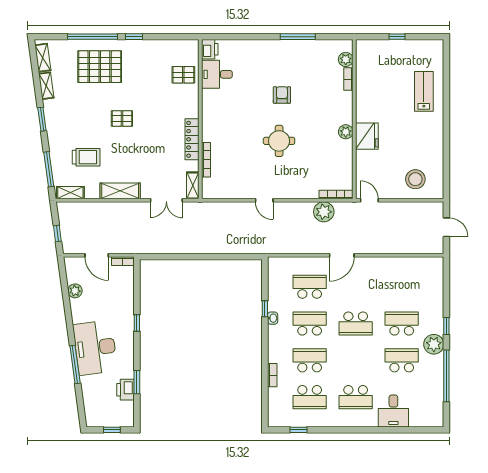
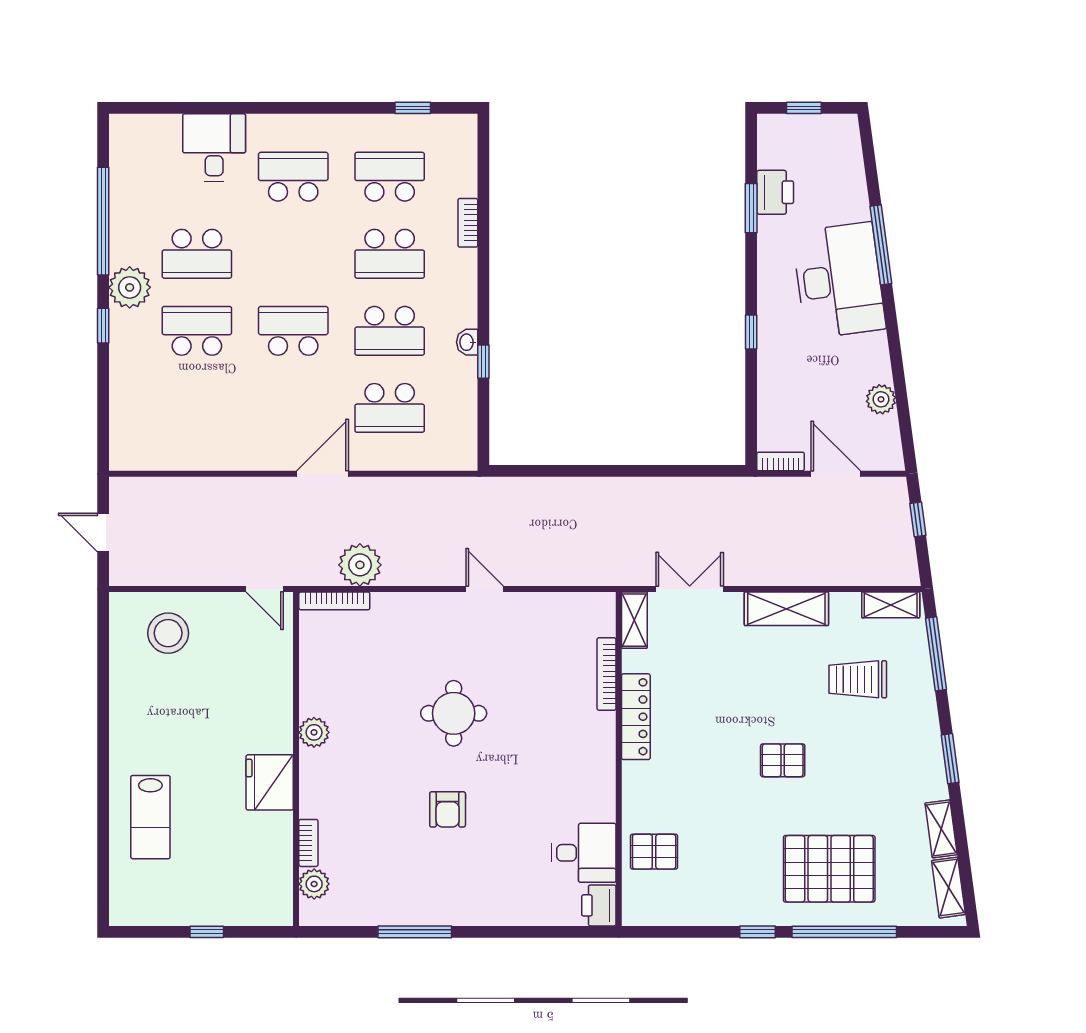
fridge: (367, 136) -> (270, 782), moved
school desk: (402, 324) -> (197, 331), turned 180

